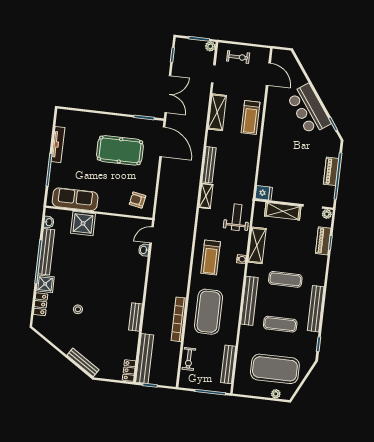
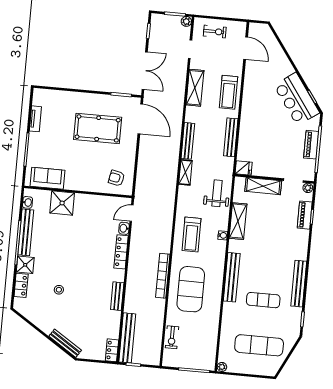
bar counter: (309, 109) -> (297, 99), moved
tv unit: (58, 145) -> (35, 119), width x0.71
sofa: (75, 199) -> (48, 178), width x0.73
locker: (140, 273) -> (121, 252), added
exercise mat: (285, 279) -> (267, 255), removed
bookcase: (179, 319) -> (163, 276), moved
bench: (228, 364) -> (231, 137), moved
exercise mat: (275, 369) -> (259, 345), width x0.68
plant: (276, 394) -> (222, 367), moved

